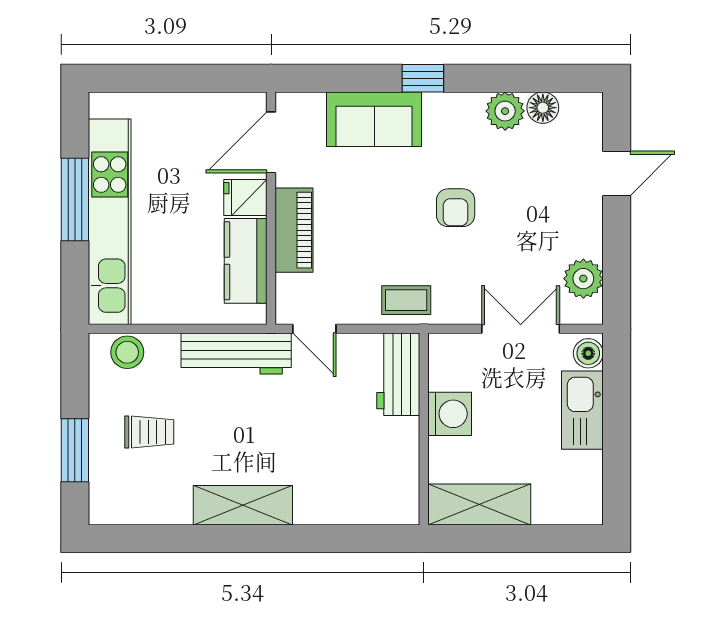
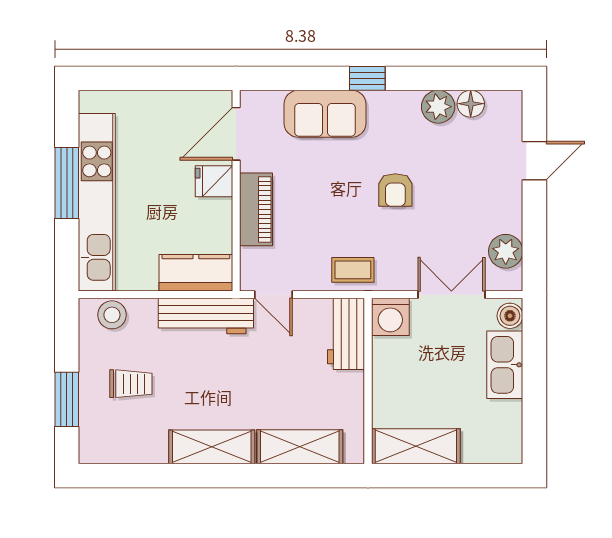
kitchen counter: (246, 261) -> (196, 273), moved, turned 90
washing machine: (450, 414) -> (390, 317), moved, turned 90
shelving: (345, 505) -> (300, 447), added

